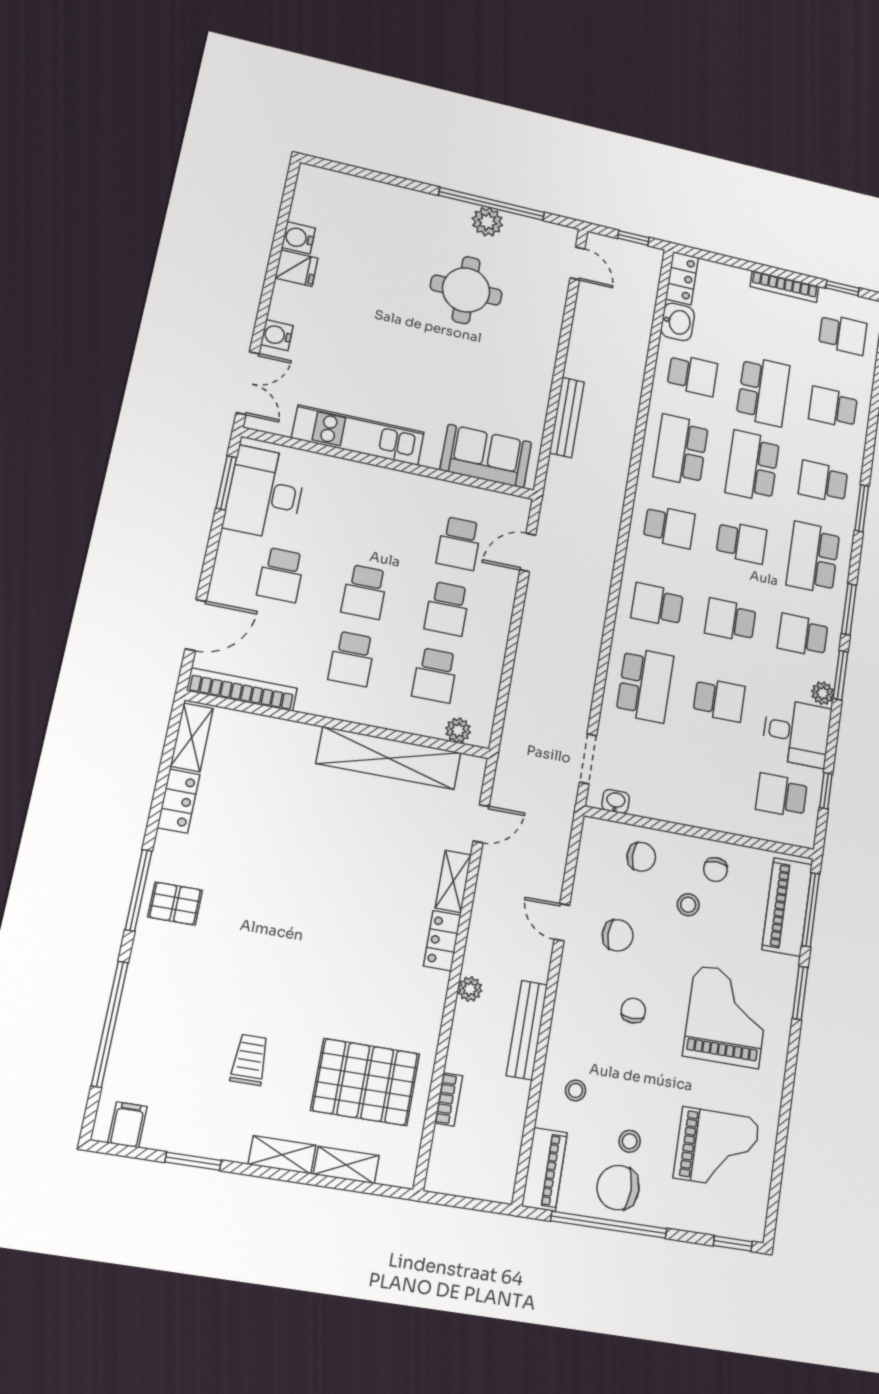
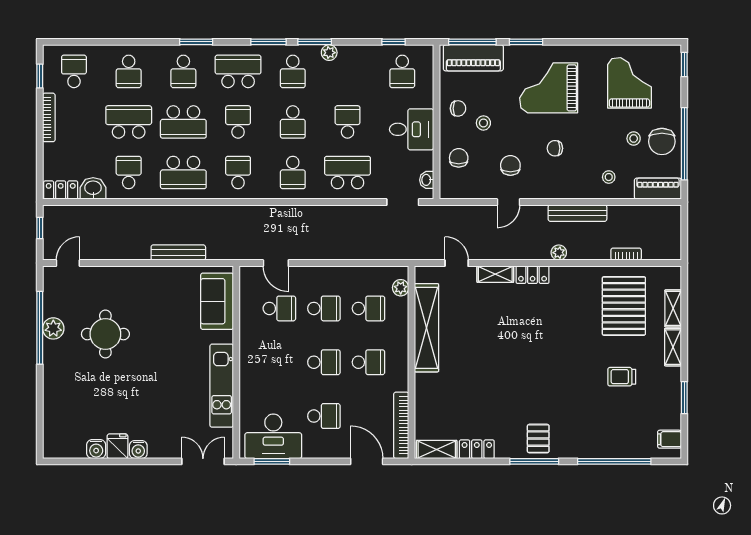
water cooler: (277, 335) -> (138, 450), moved
school desk: (813, 558) -> (238, 71), turned 180
desk: (797, 733) -> (411, 129), moved, turned 90

